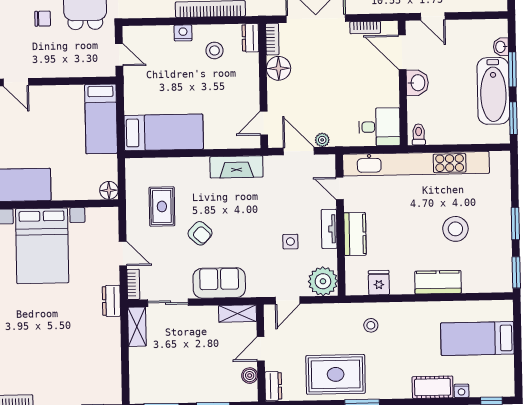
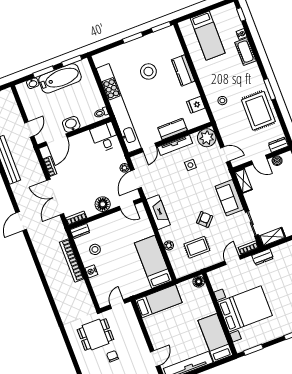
floor lamp: (279, 68) -> (103, 204), moved
plant: (180, 165) -> (169, 245), added
tv unit: (329, 229) -> (175, 145), width x1.41

